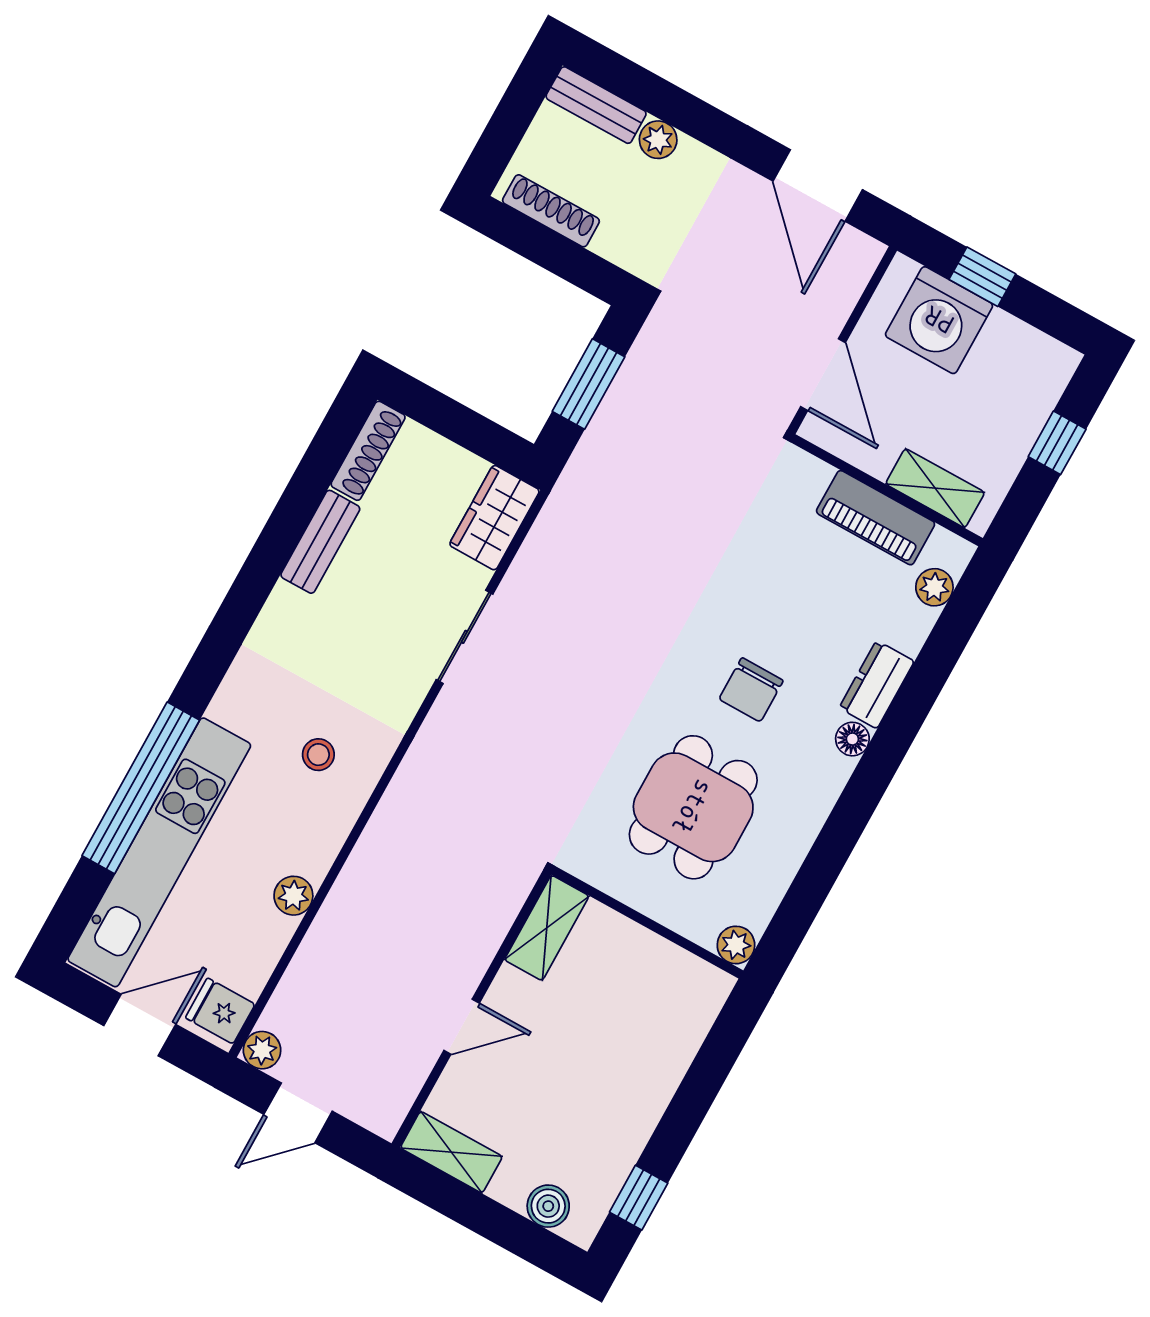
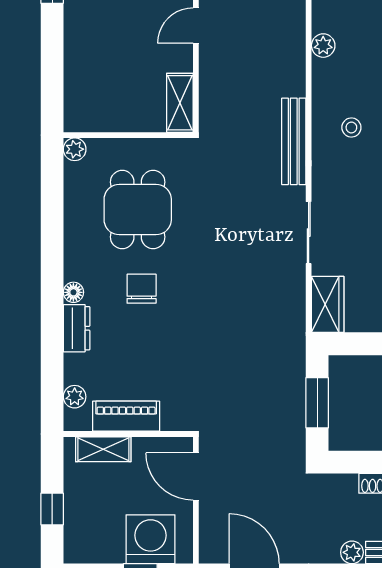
bench: (413, 781) -> (294, 141), added

